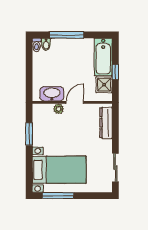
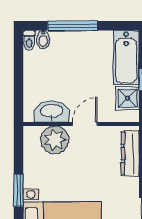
plant: (59, 109) -> (55, 140), width x1.88, depth x1.88
window: (29, 134) -> (18, 190), moved

